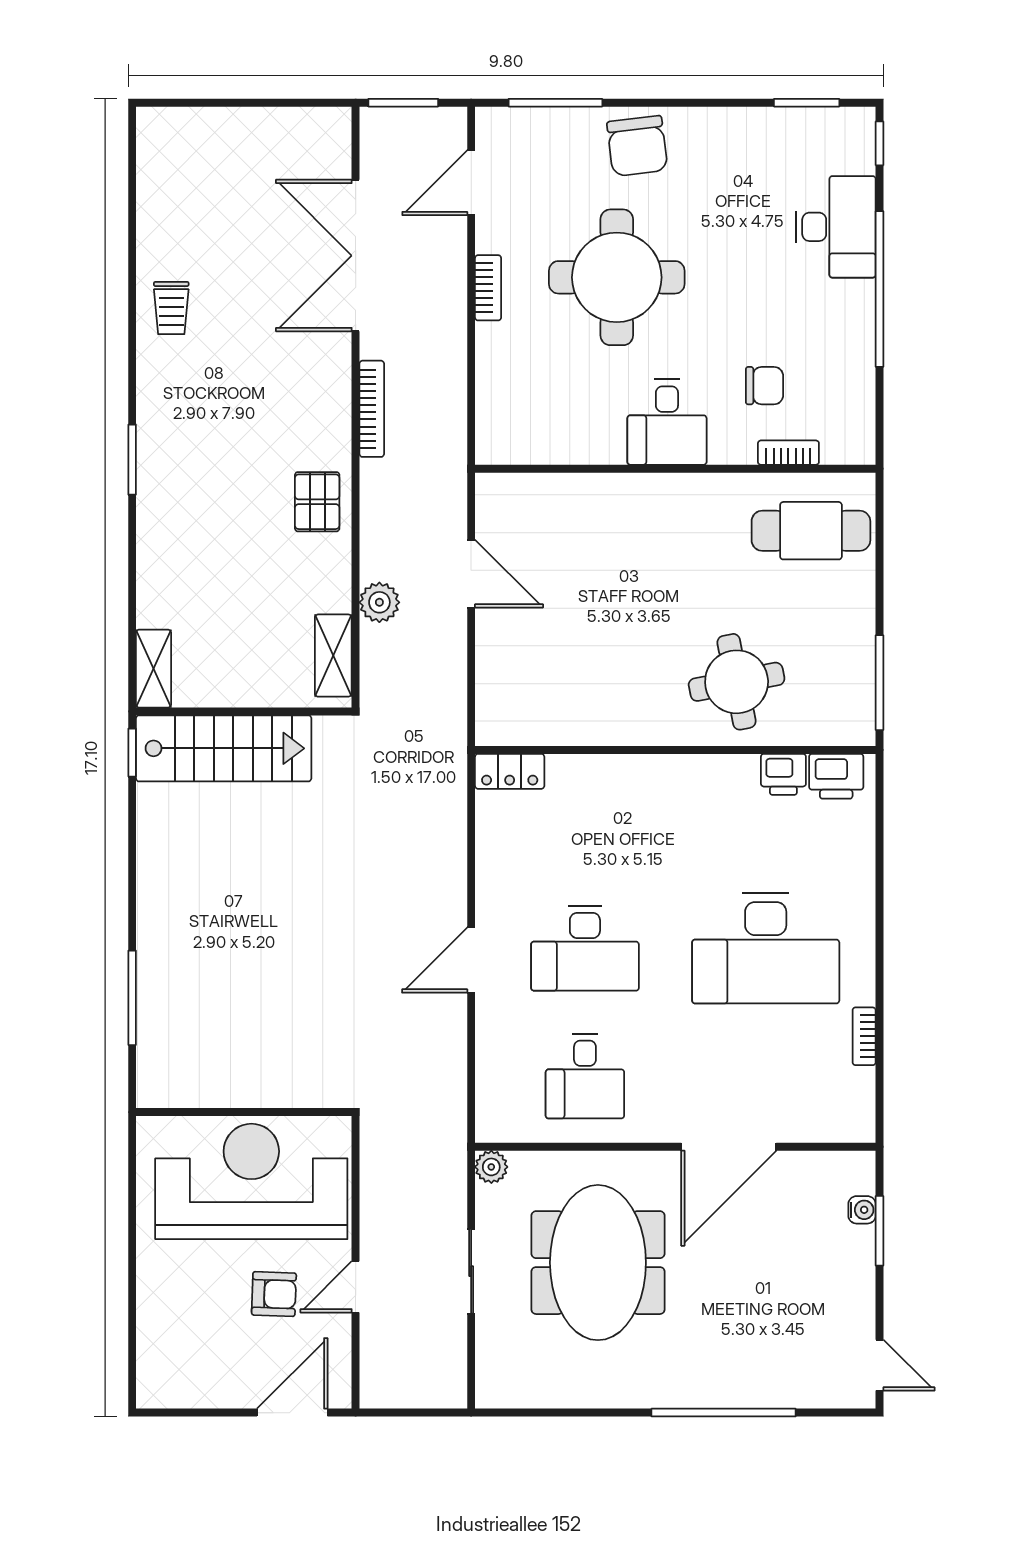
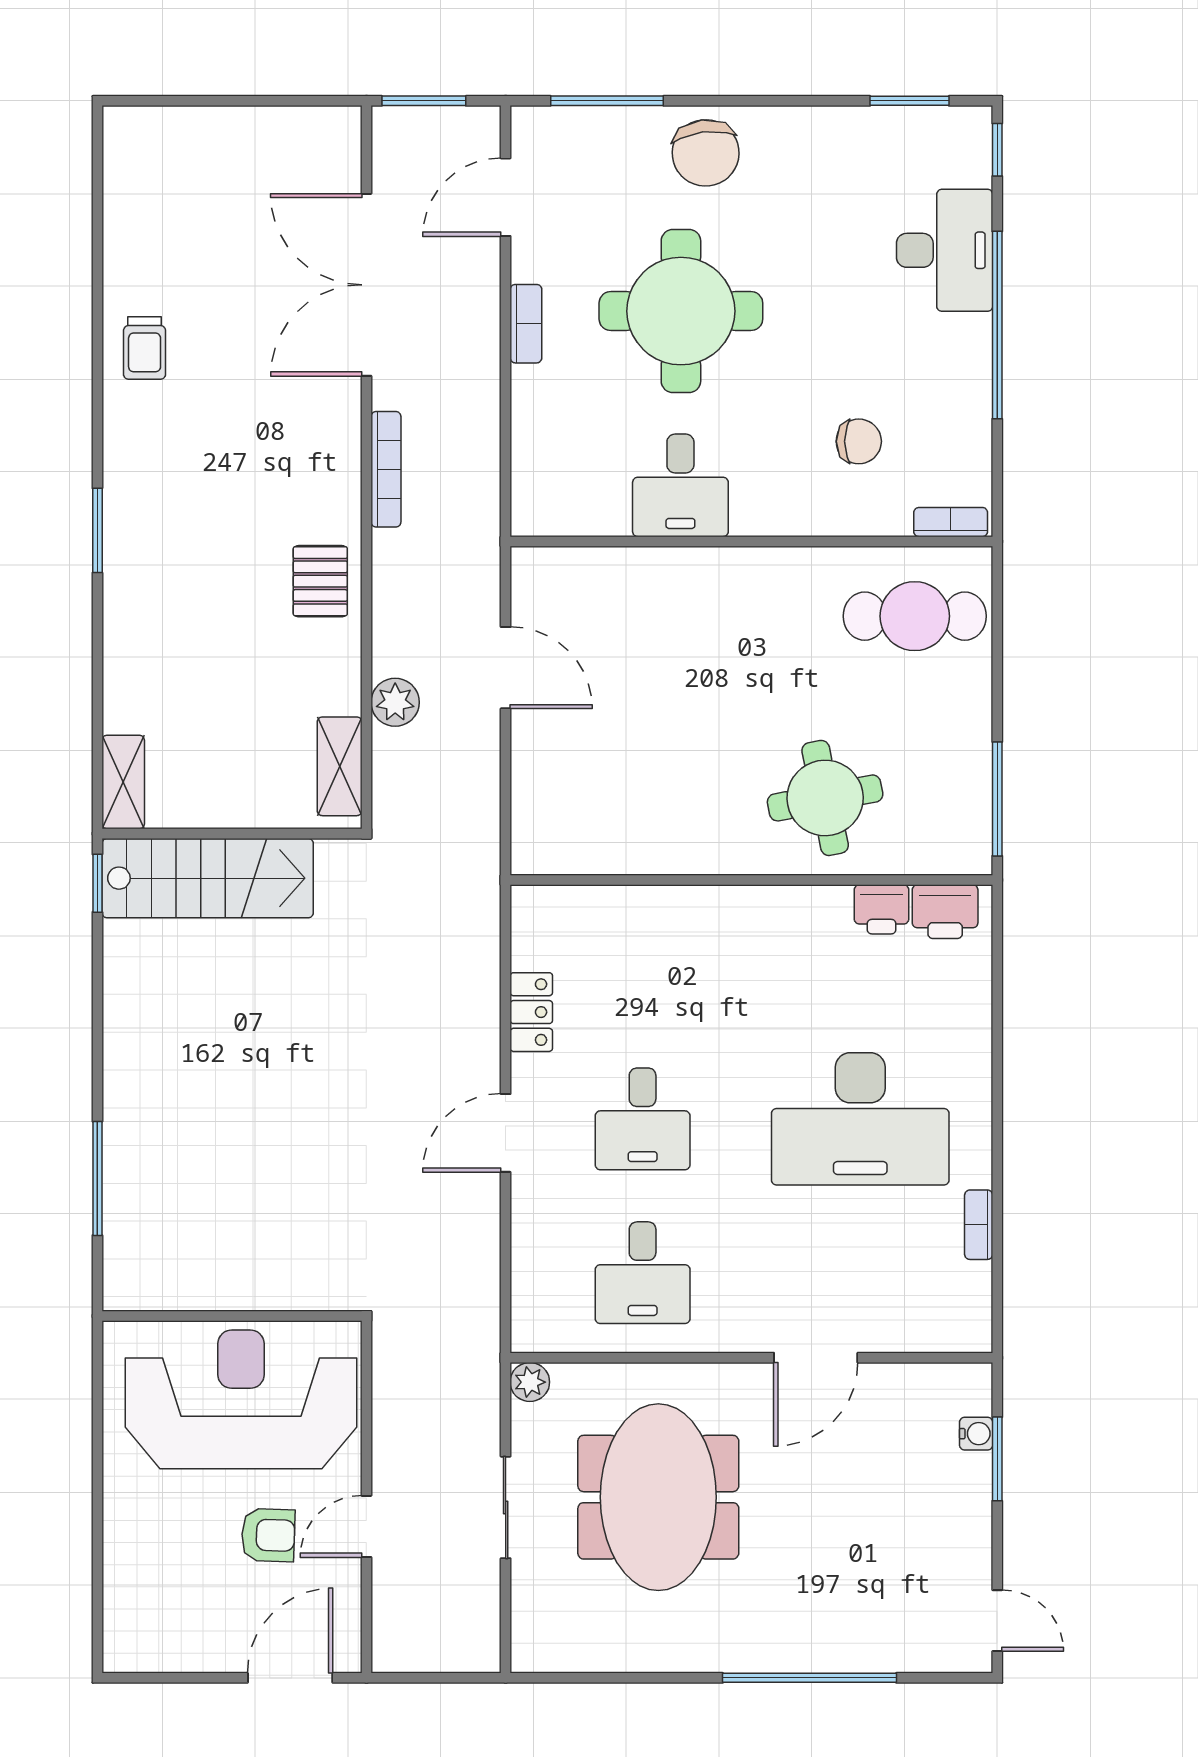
desk: (667, 422) -> (680, 485), moved
bookcase: (788, 453) -> (951, 522), moved
locker: (510, 771) -> (531, 1012), moved, turned -90
desk: (585, 948) -> (643, 1119), width x0.73
door: (729, 1147) -> (816, 1358), width x0.73

